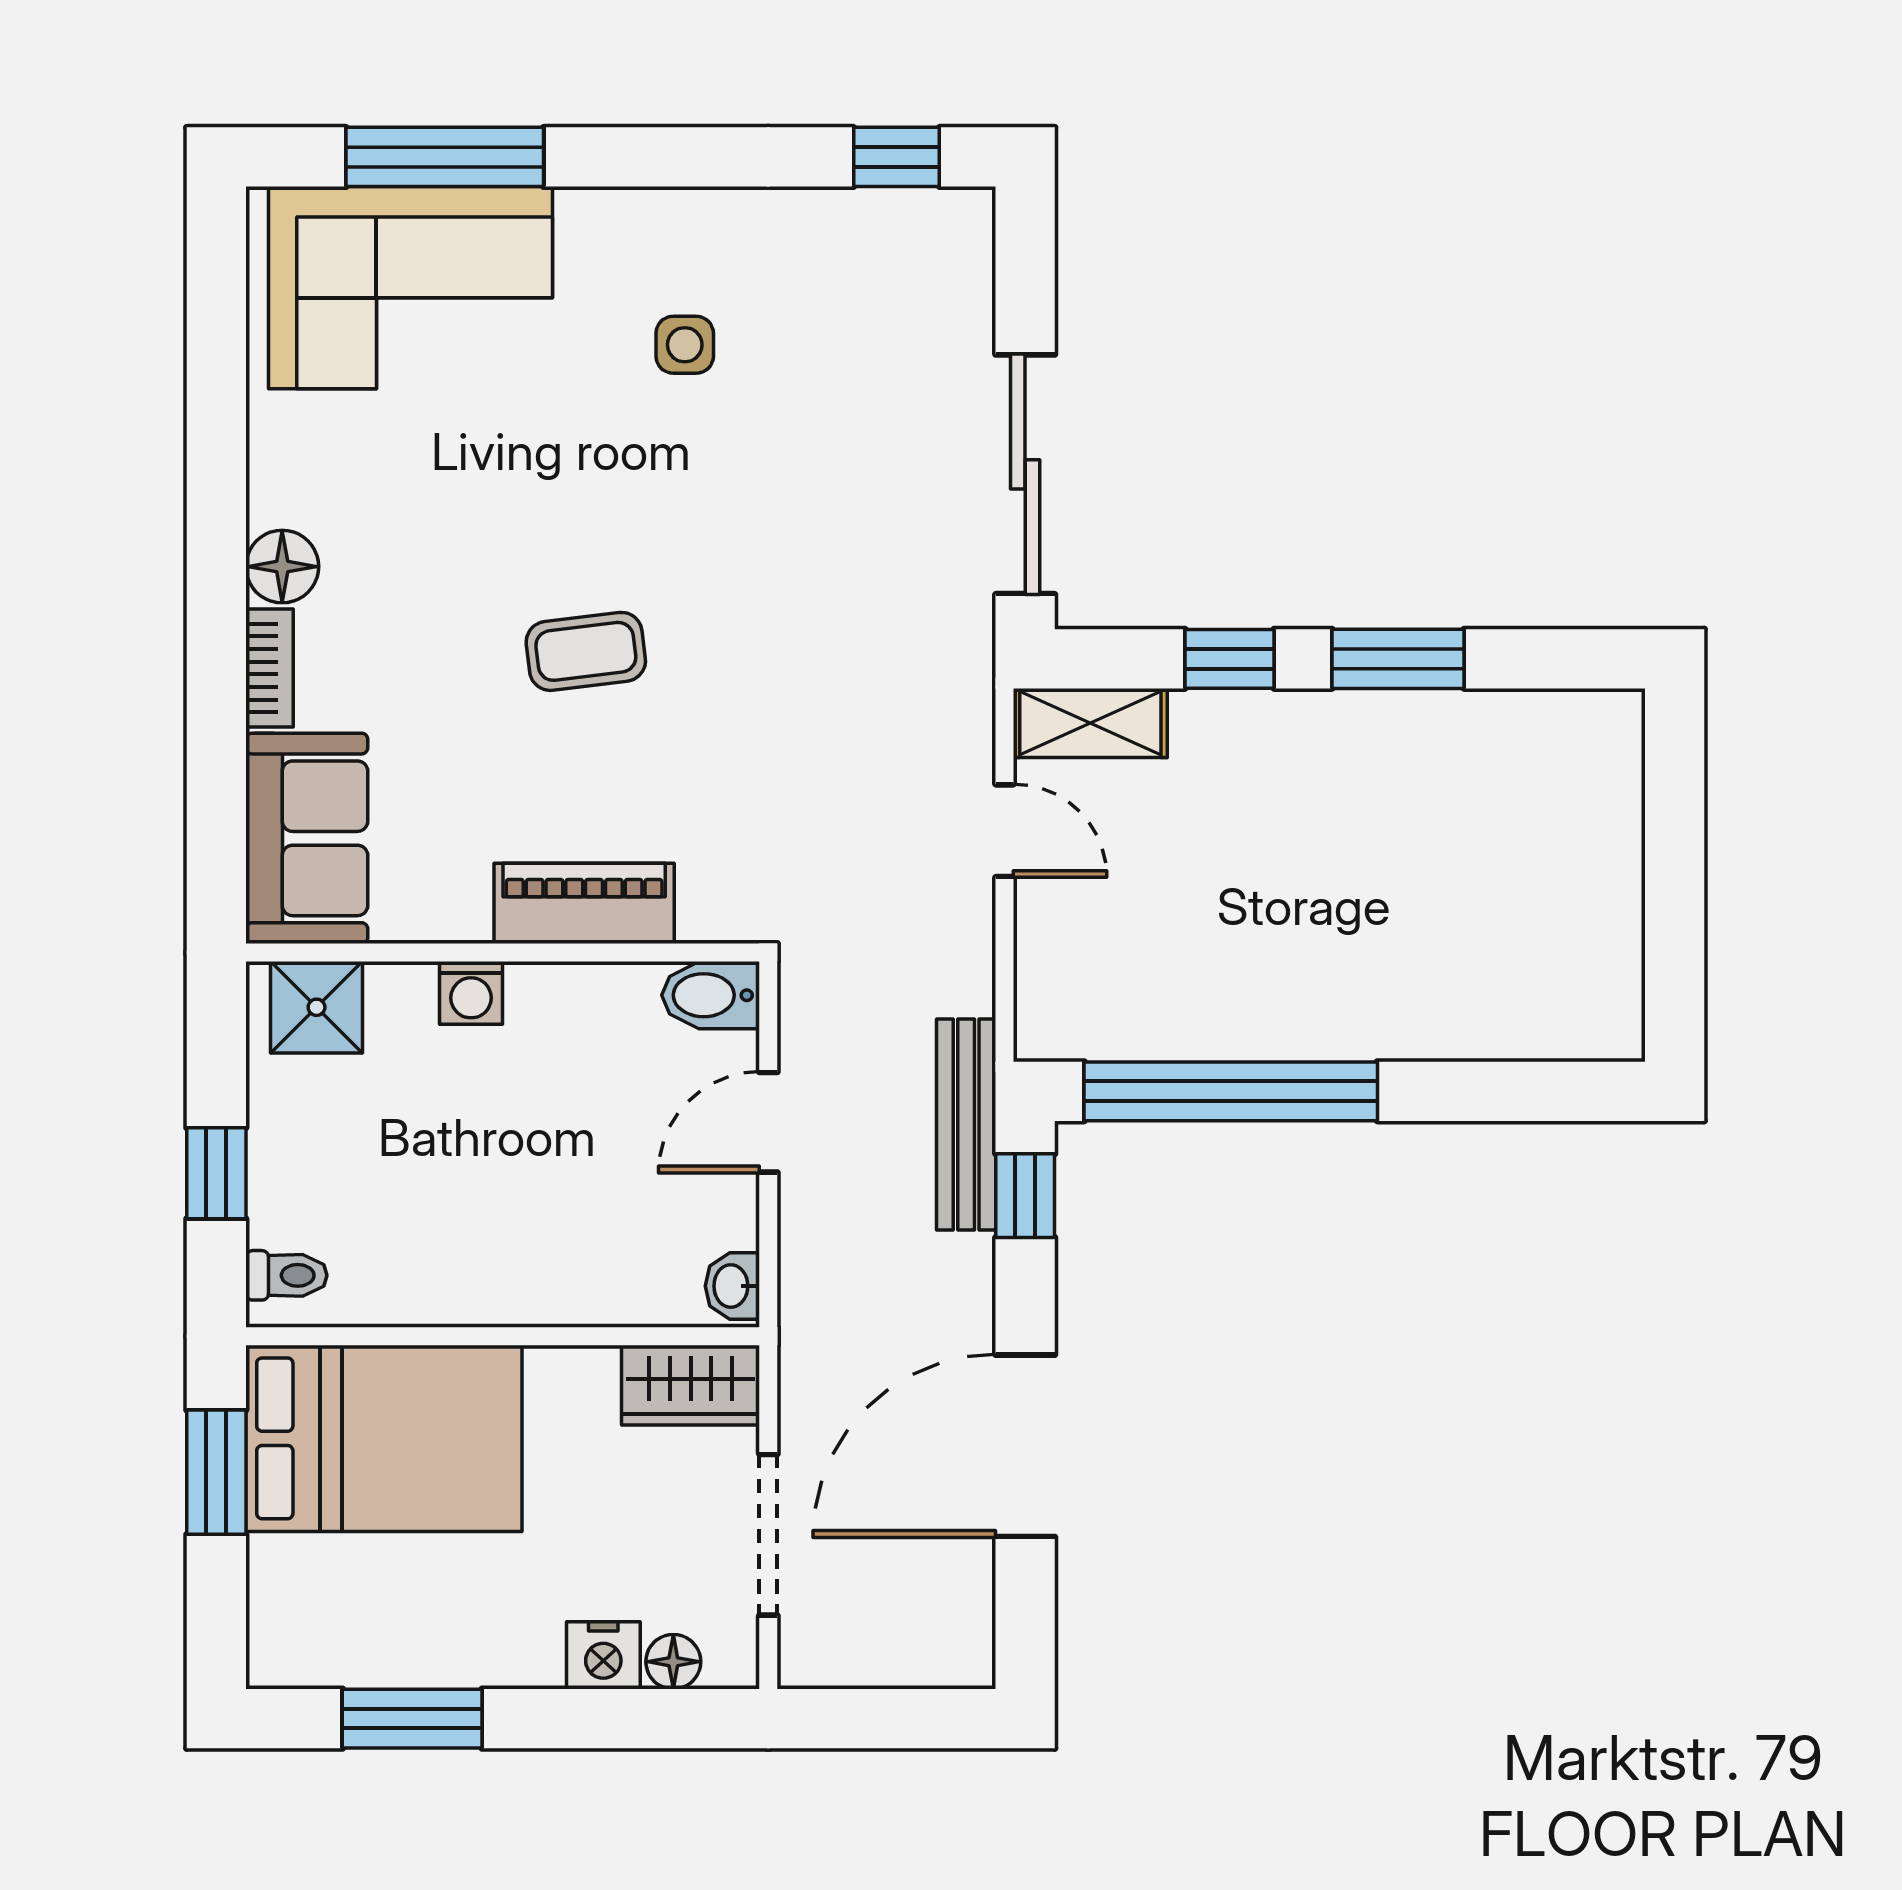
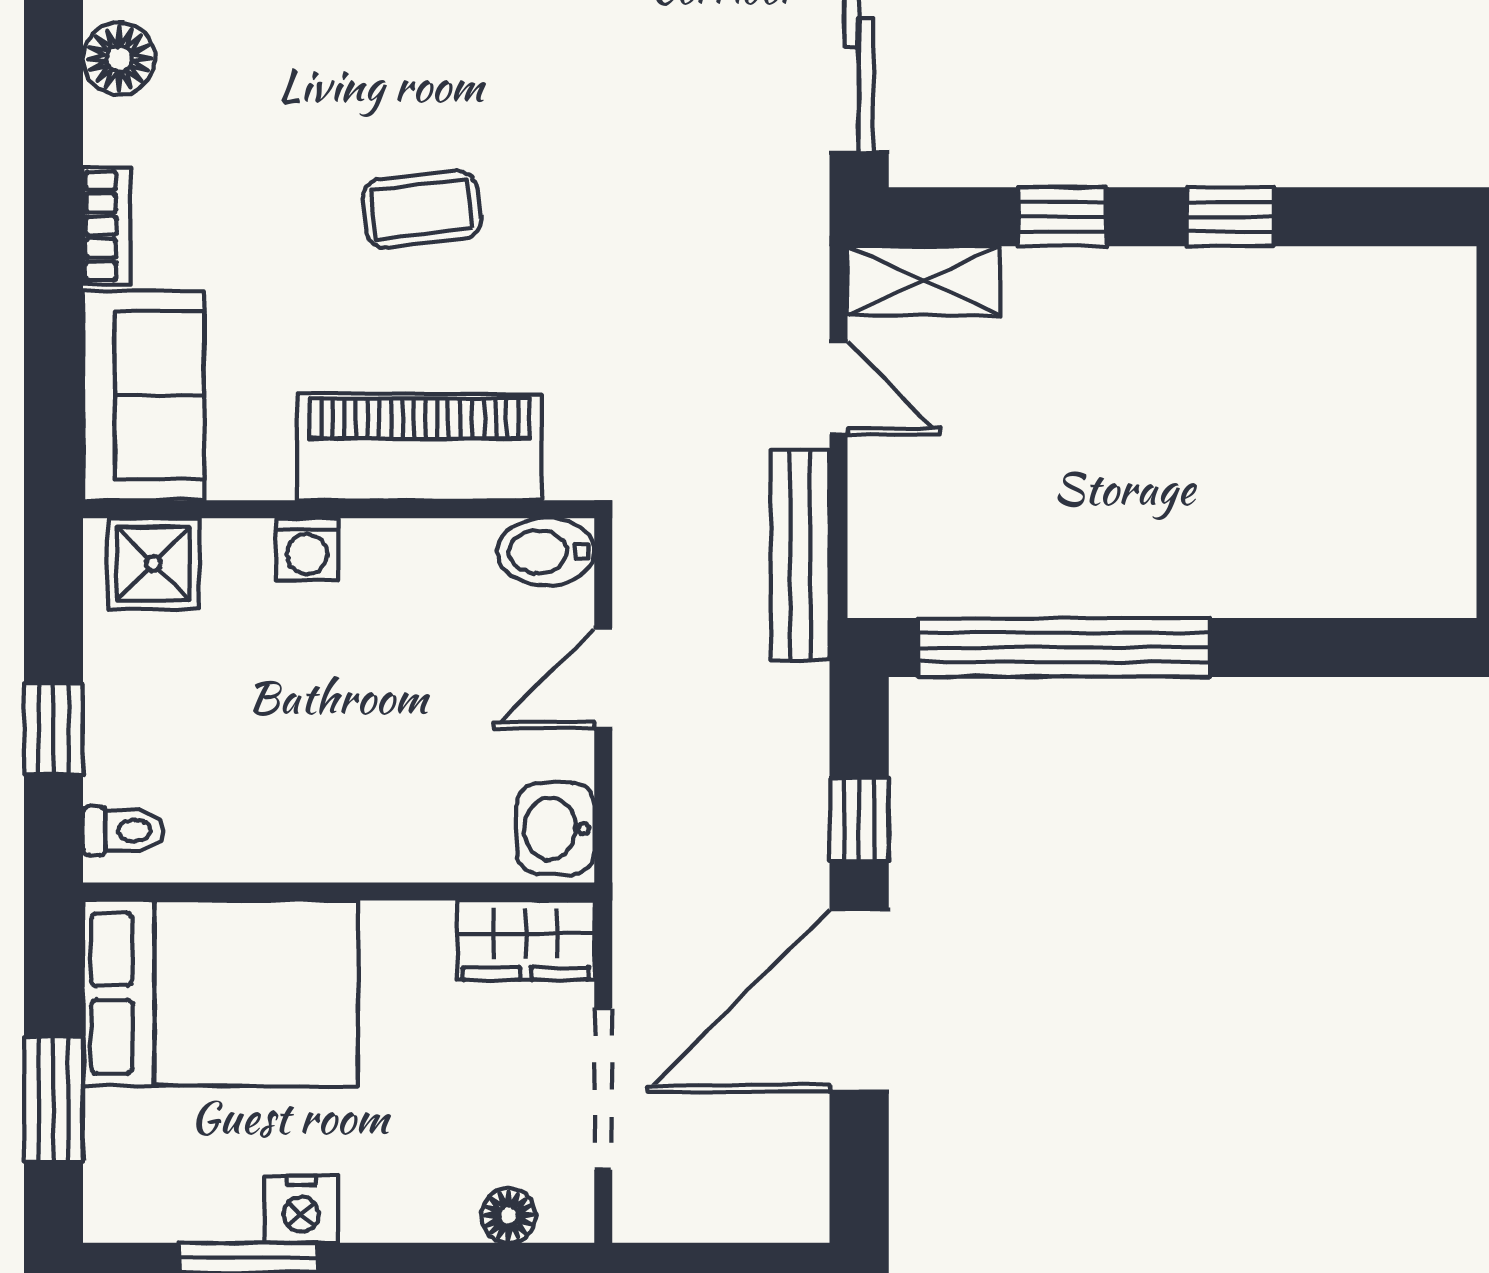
floor lamp: (282, 567) -> (119, 59), moved
window: (1398, 659) -> (1230, 217), width x0.67
piano: (584, 903) -> (420, 447), width x1.37, depth x1.33
bench: (966, 1125) -> (800, 555), moved
window: (1025, 1196) -> (859, 820), moved
washbasin: (732, 1286) -> (556, 829), width x1.38, depth x1.45
window: (216, 1472) -> (53, 1099), moved
nightstand: (603, 1655) -> (301, 1209), moved

